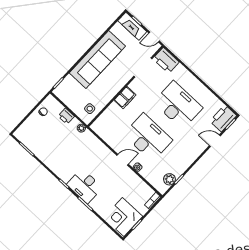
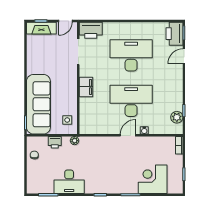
sofa: (97, 60) -> (38, 104), moved
desk: (85, 186) -> (69, 182), moved
corner desk: (123, 217) -> (153, 179), moved, turned 90

